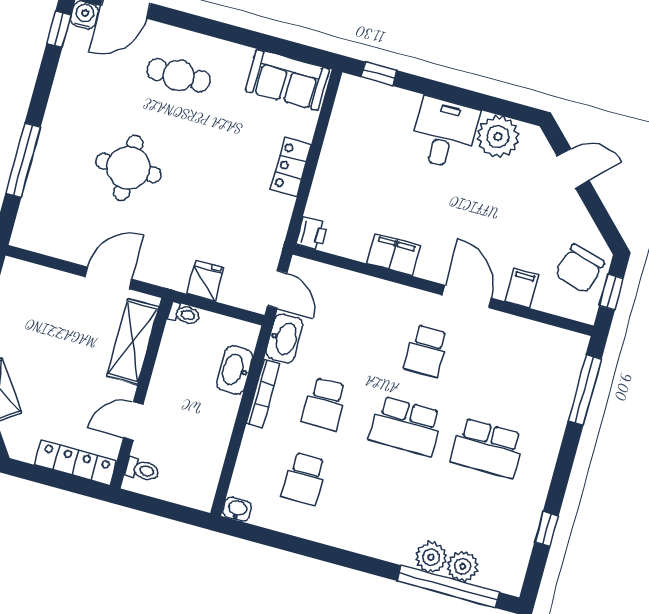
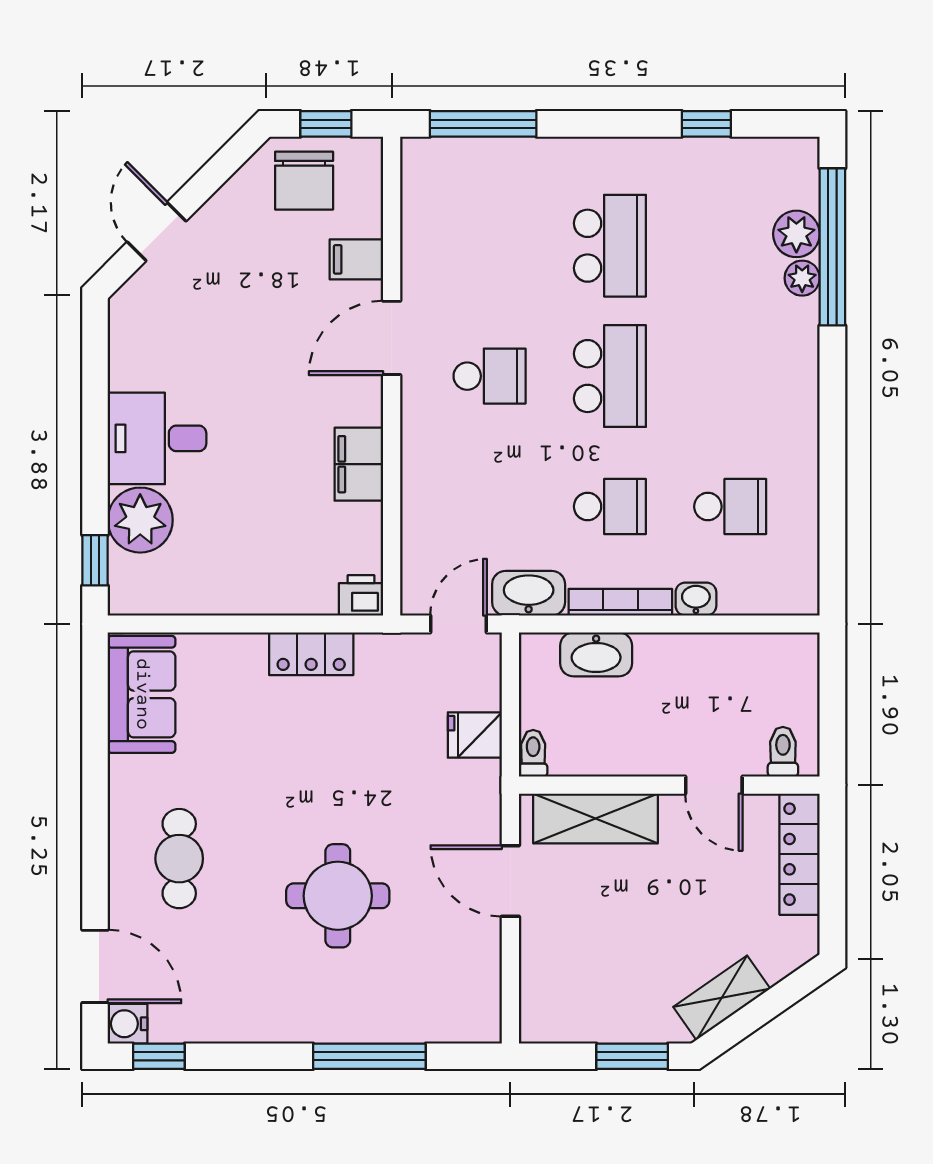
plant: (498, 137) -> (140, 520), moved
locker: (291, 167) -> (311, 654), moved
chair: (580, 269) -> (304, 181), turned 74
washbasin: (237, 509) -> (696, 599), moved, turned 90
plant: (431, 557) -> (802, 278), width x0.73, depth x0.73

